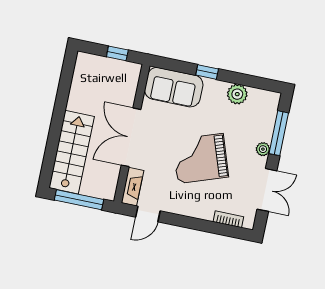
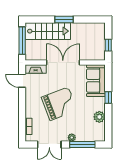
window: (57, 120) -> (64, 19), added
grand piano: (200, 158) -> (59, 104), turned 88

